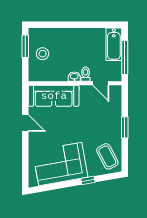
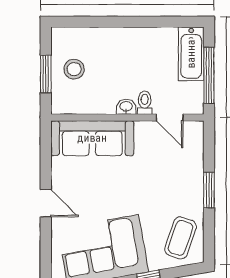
window: (25, 46) -> (46, 74), moved
door: (25, 123) -> (46, 203), moved
coffee table: (107, 156) -> (180, 238), turned 47

